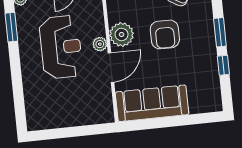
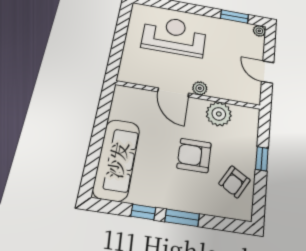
plant: (122, 34) -> (219, 114), moved
reception desk: (61, 47) -> (174, 36), moved, turned 180
sofa: (152, 103) -> (117, 160), moved

